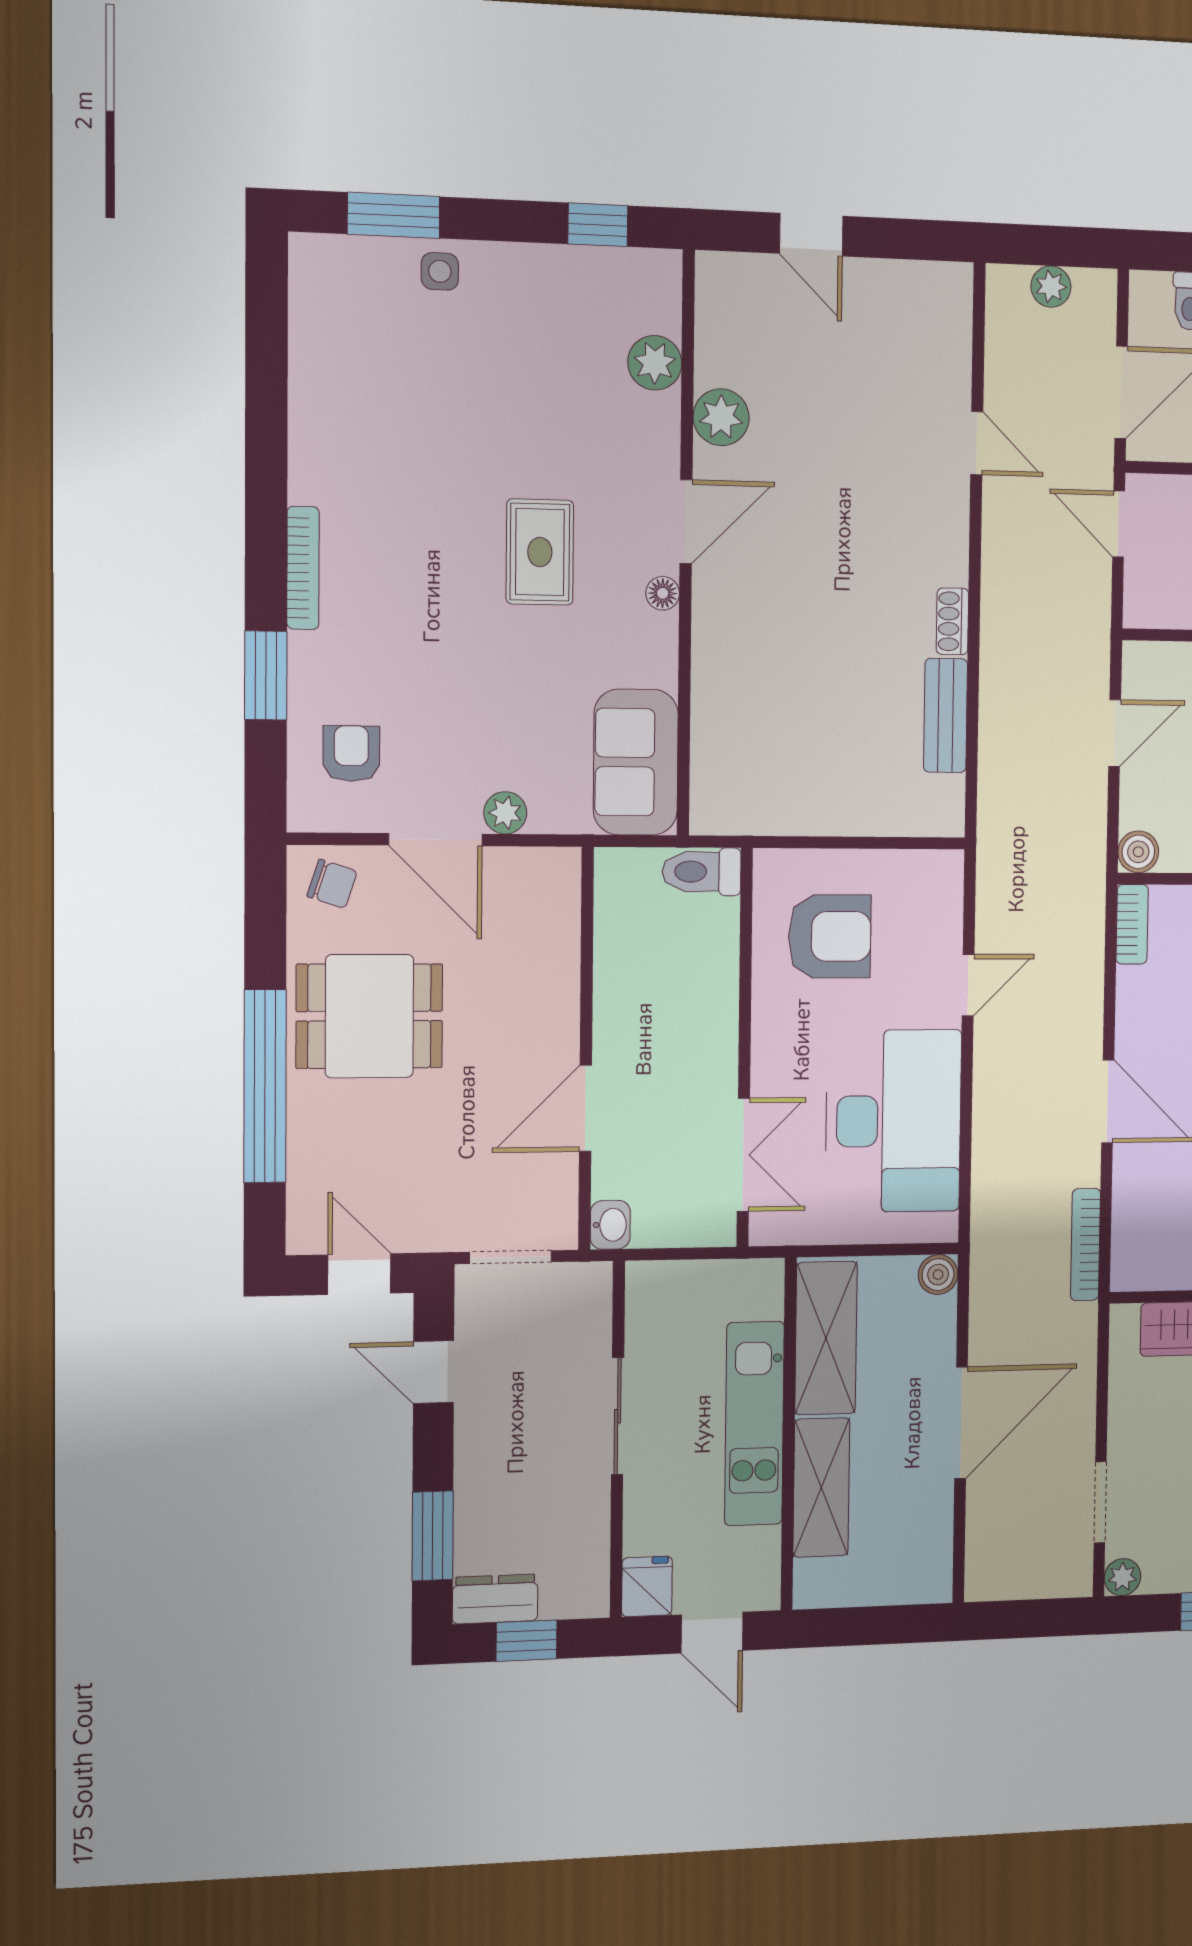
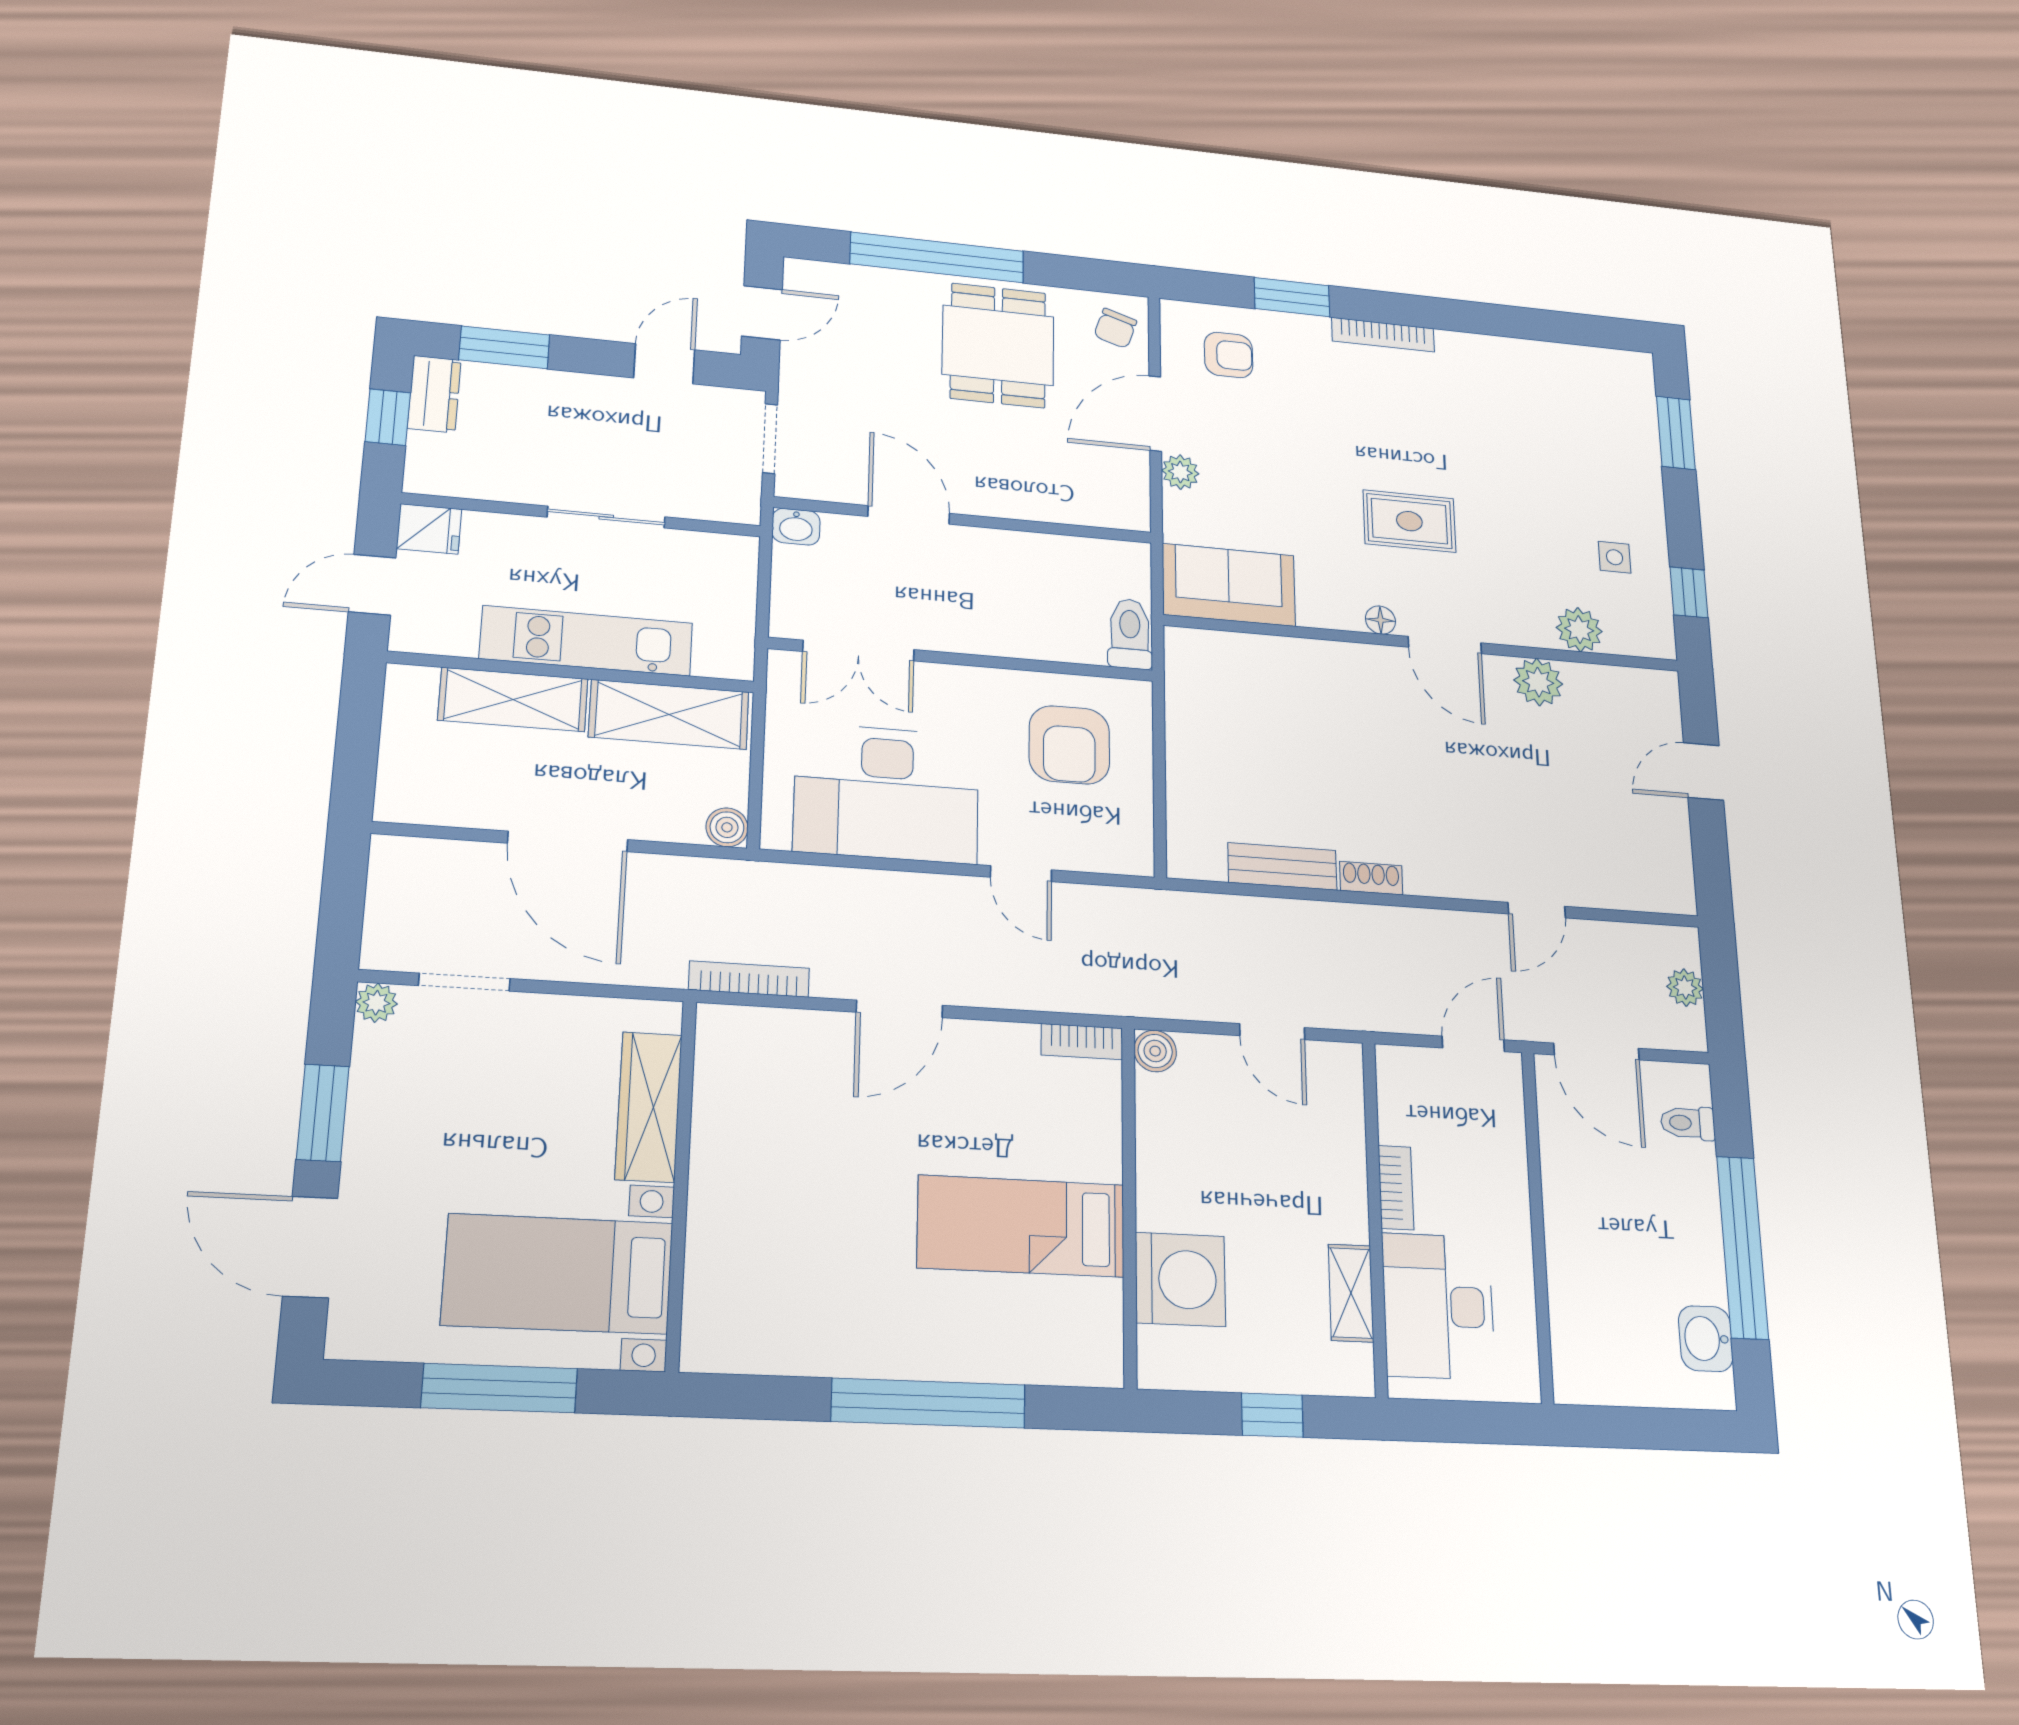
side table: (440, 271) -> (1615, 557), moved

